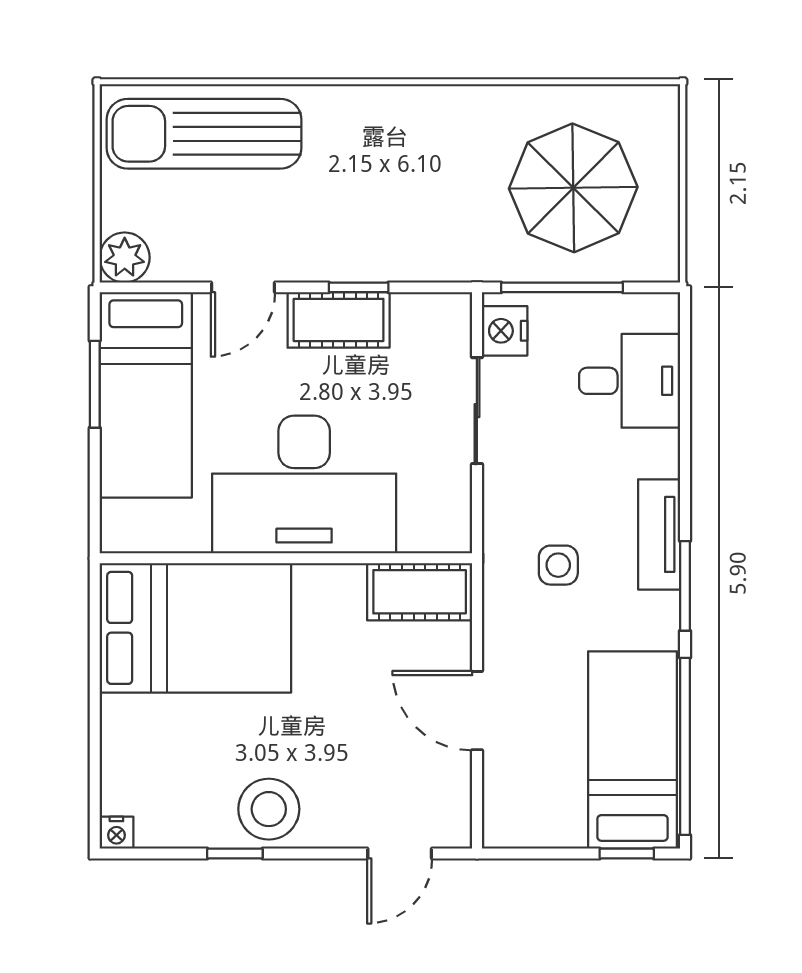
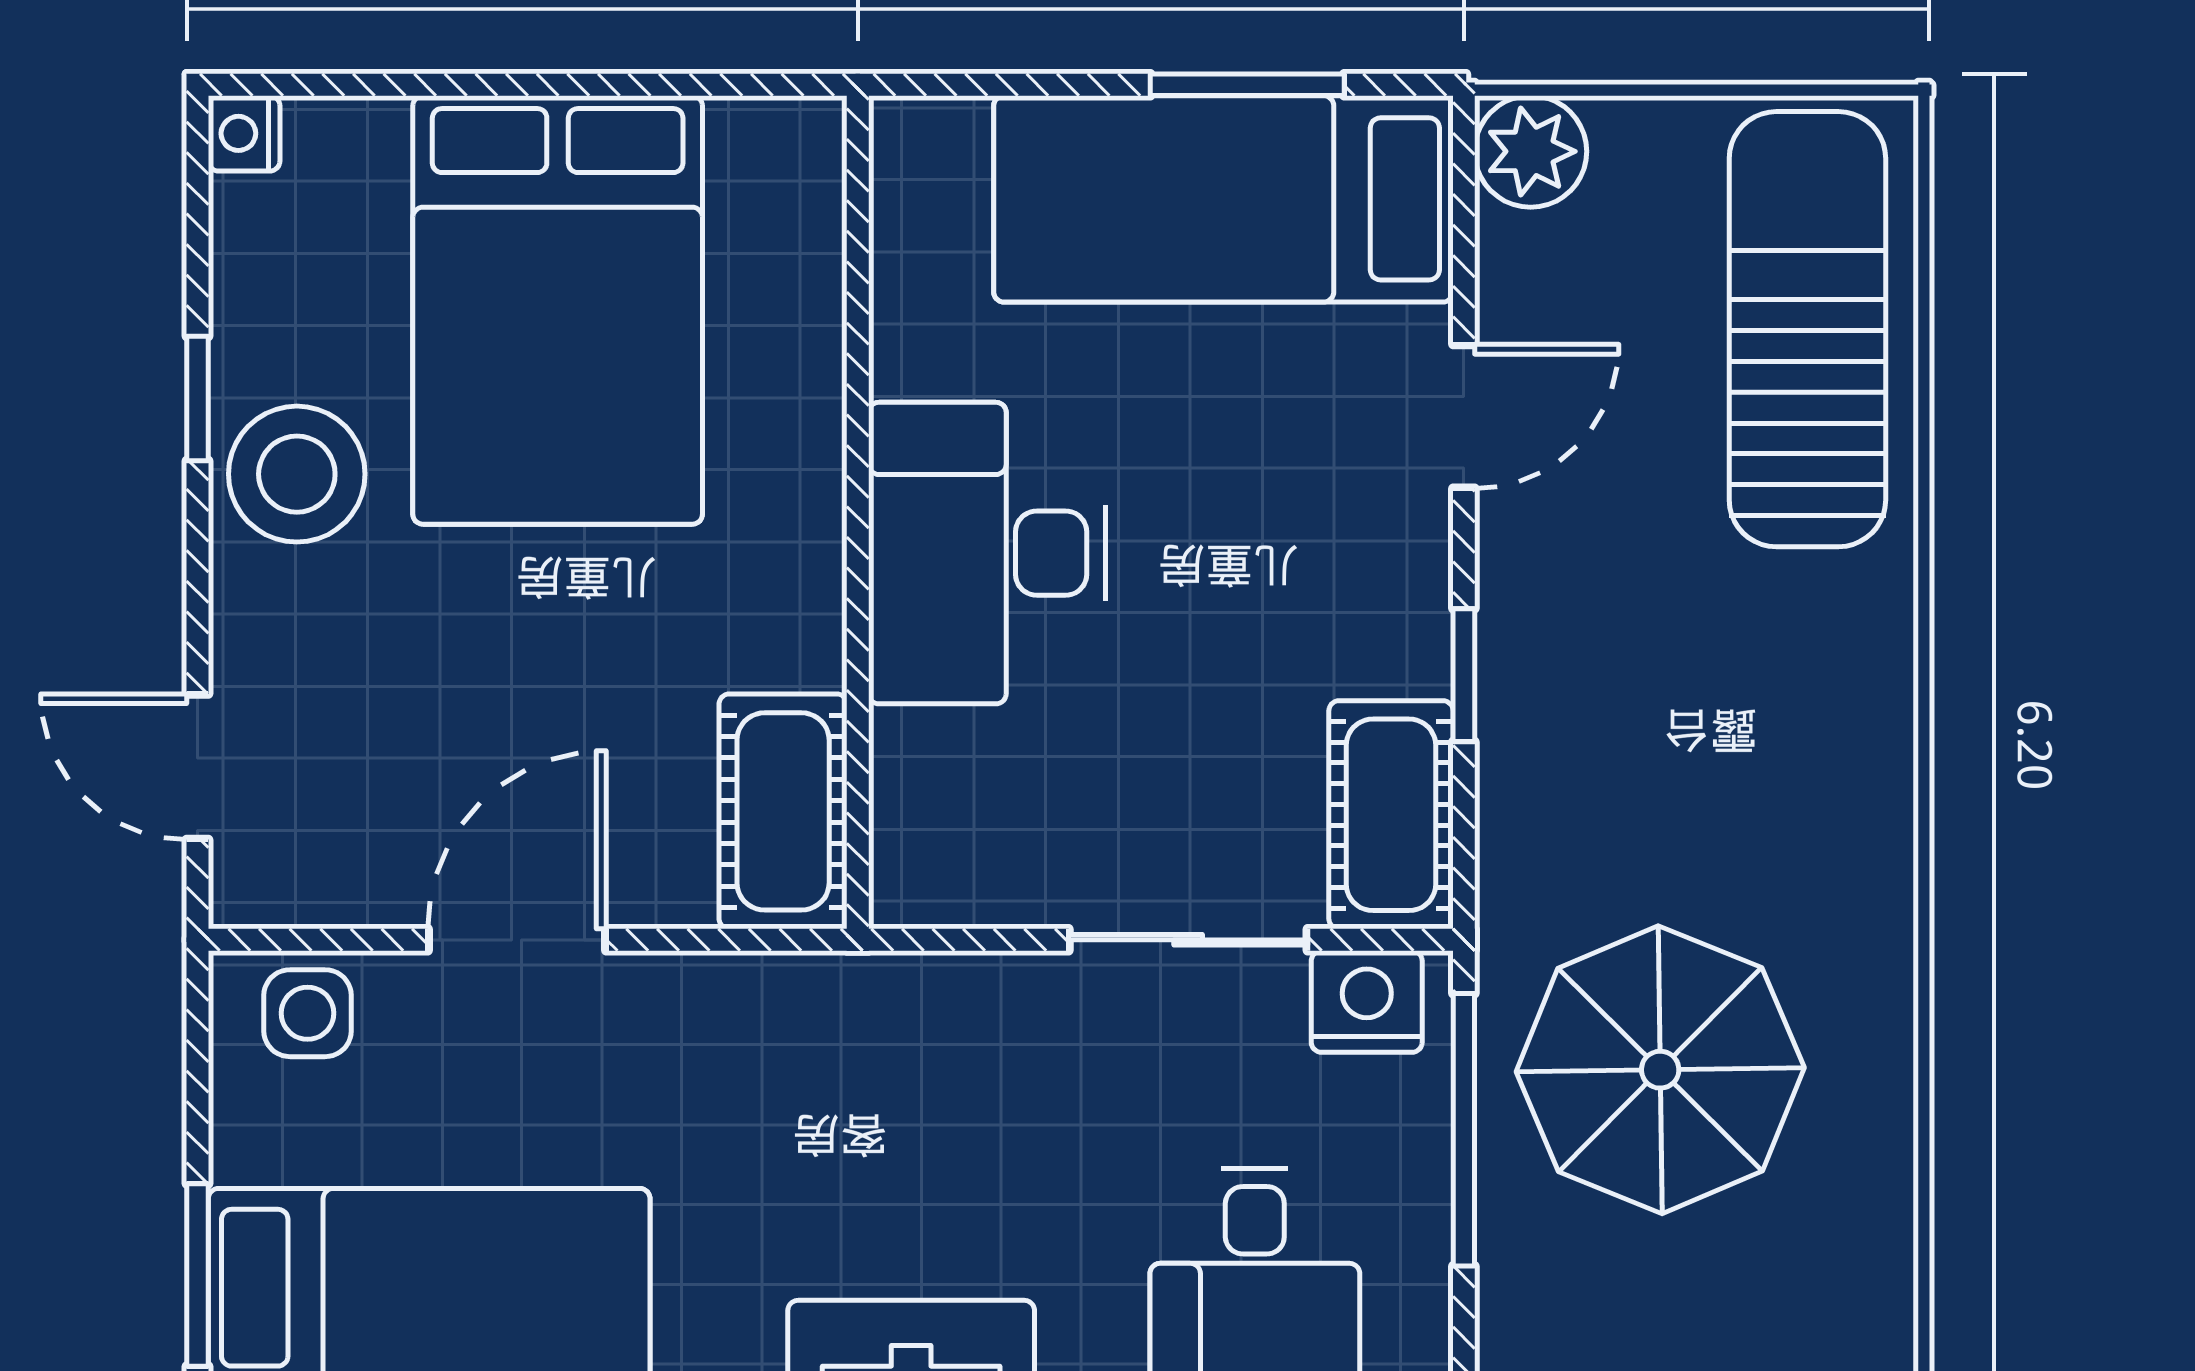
parasol: (573, 188) -> (1660, 1070), moved
door: (243, 287) -> (1464, 416), swing flipped
cot: (339, 320) -> (1391, 815), moved
desk: (304, 485) -> (987, 553), width x0.73, depth x0.77
side table: (558, 565) -> (308, 1013), moved
bed: (195, 628) -> (558, 310), moved
window: (627, 853) -> (198, 1275), width x1.50

